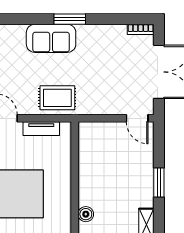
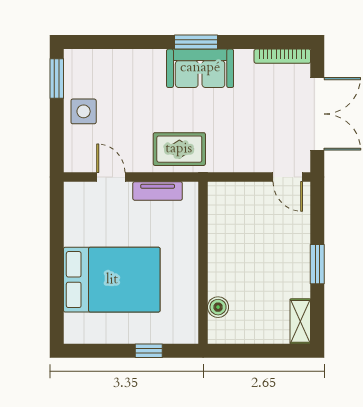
bookcase: (141, 29) -> (282, 56), width x1.56
sofa: (51, 38) -> (200, 68), moved

